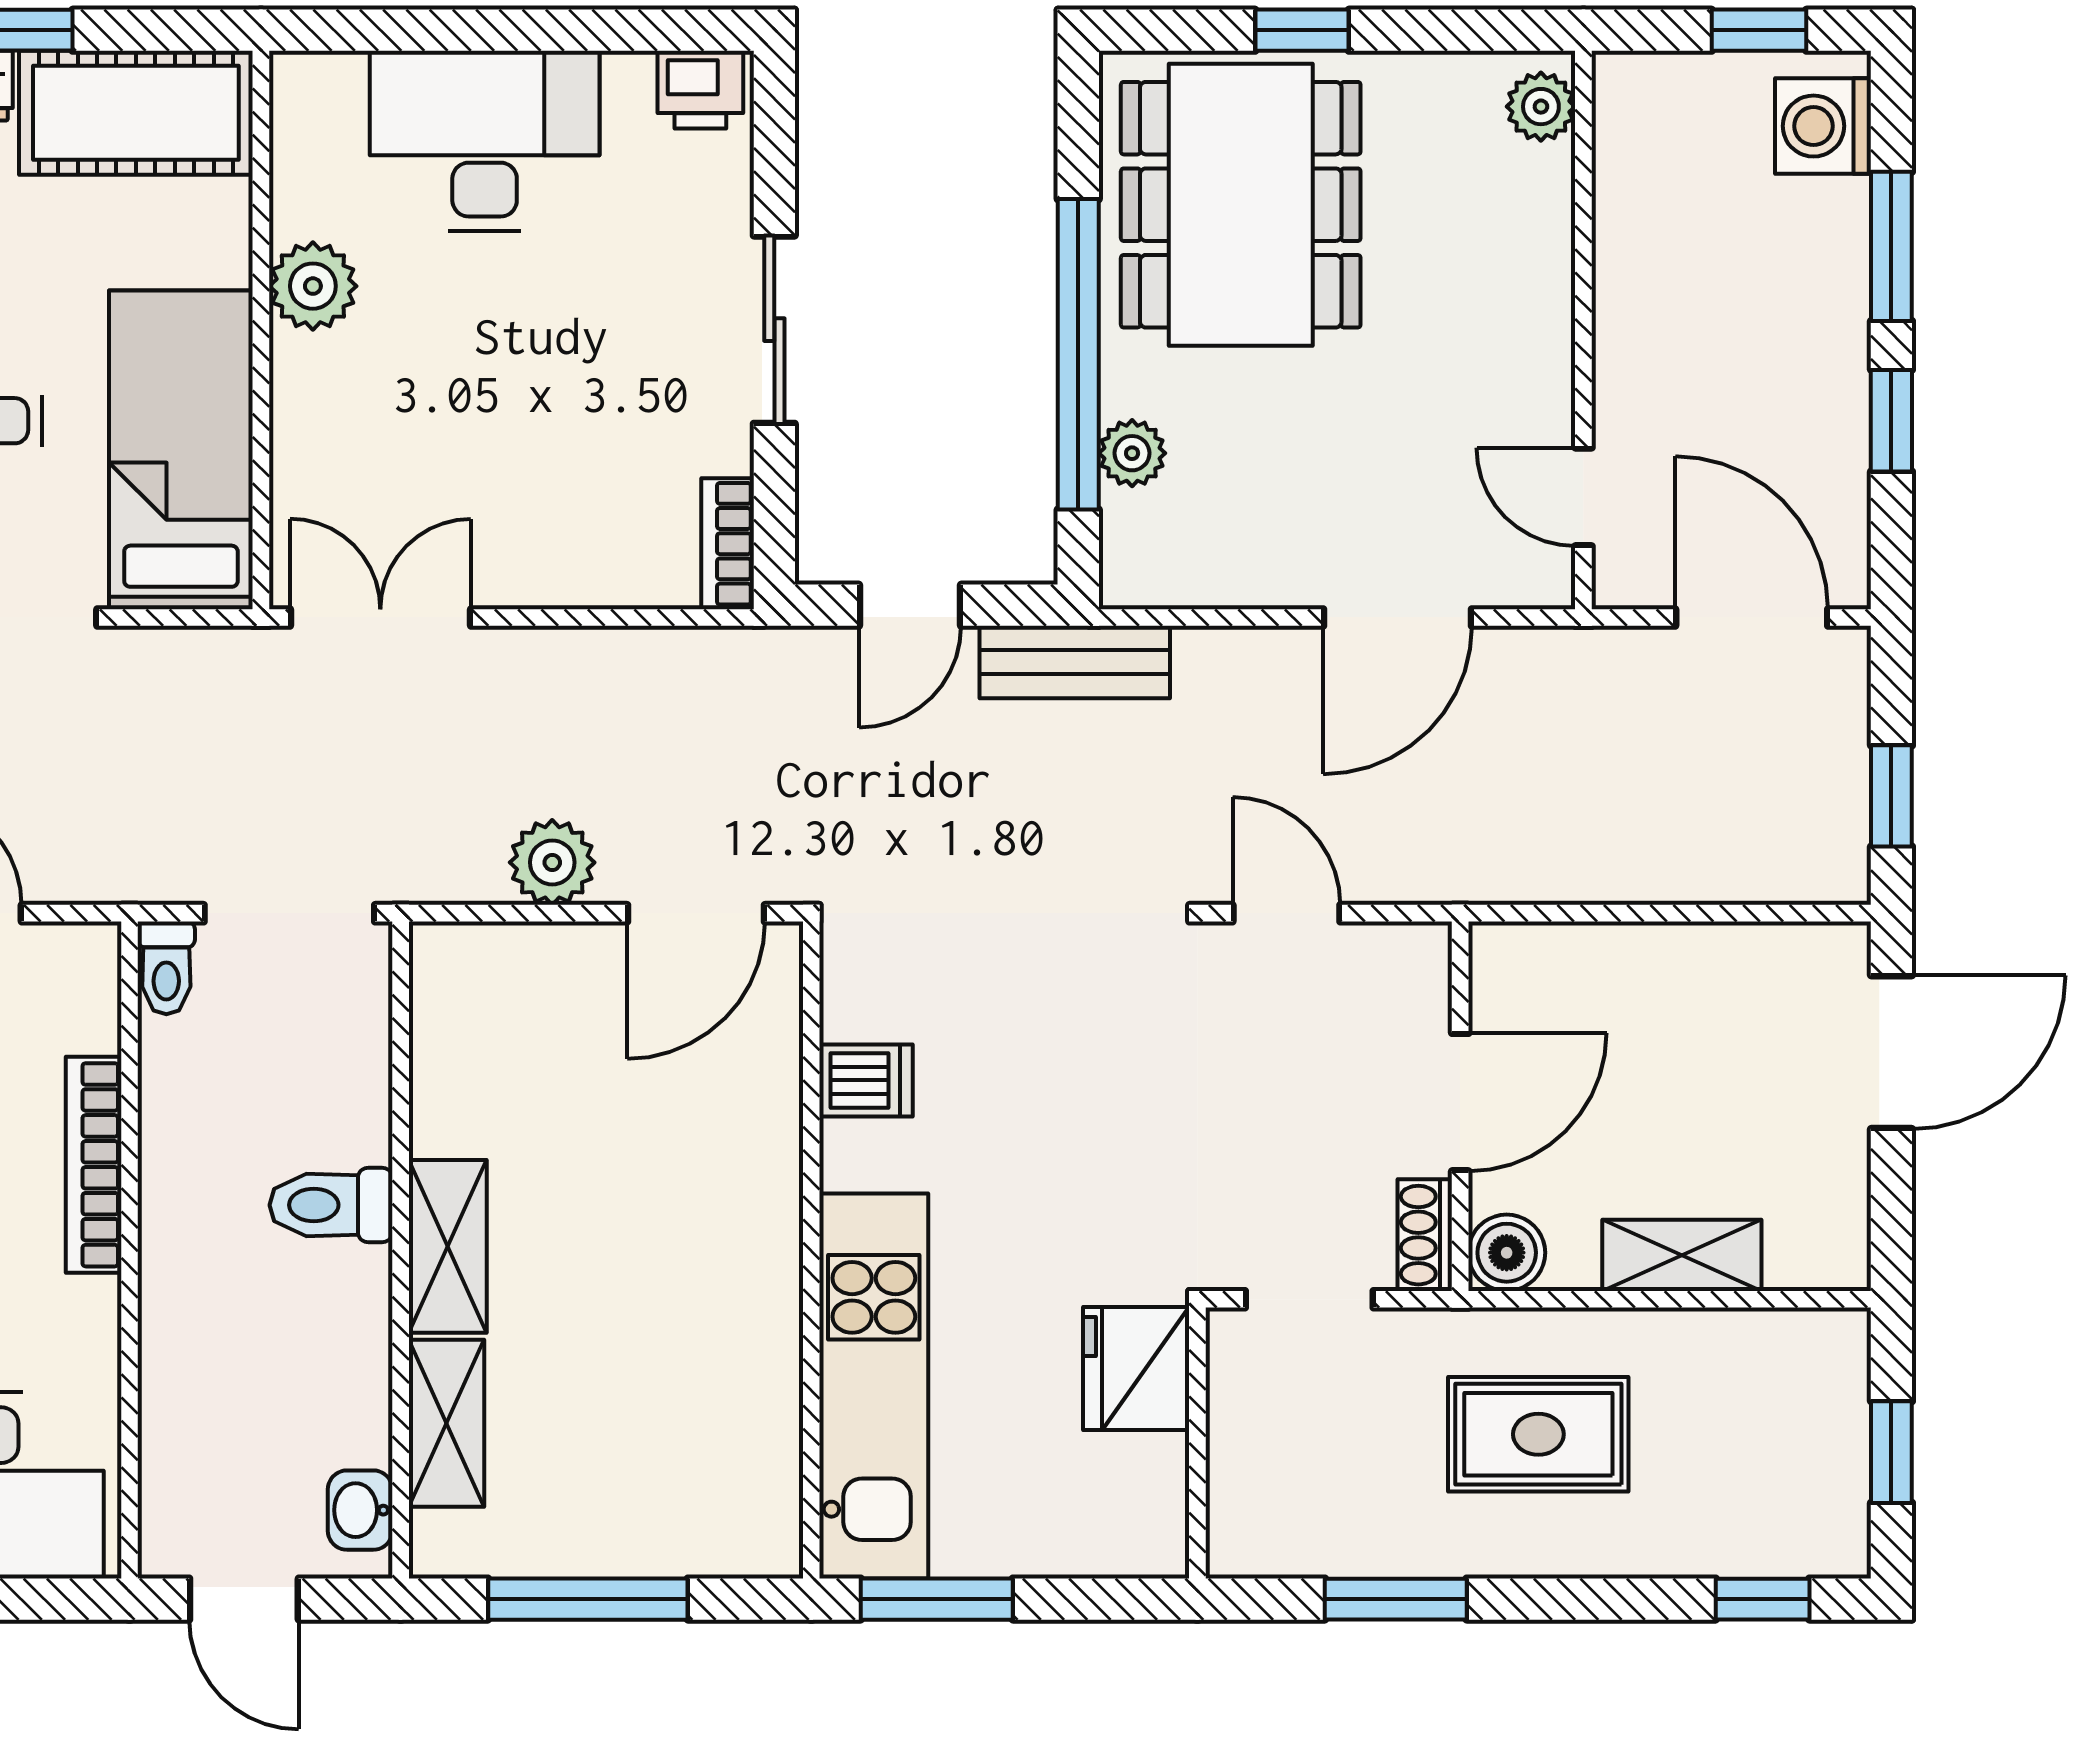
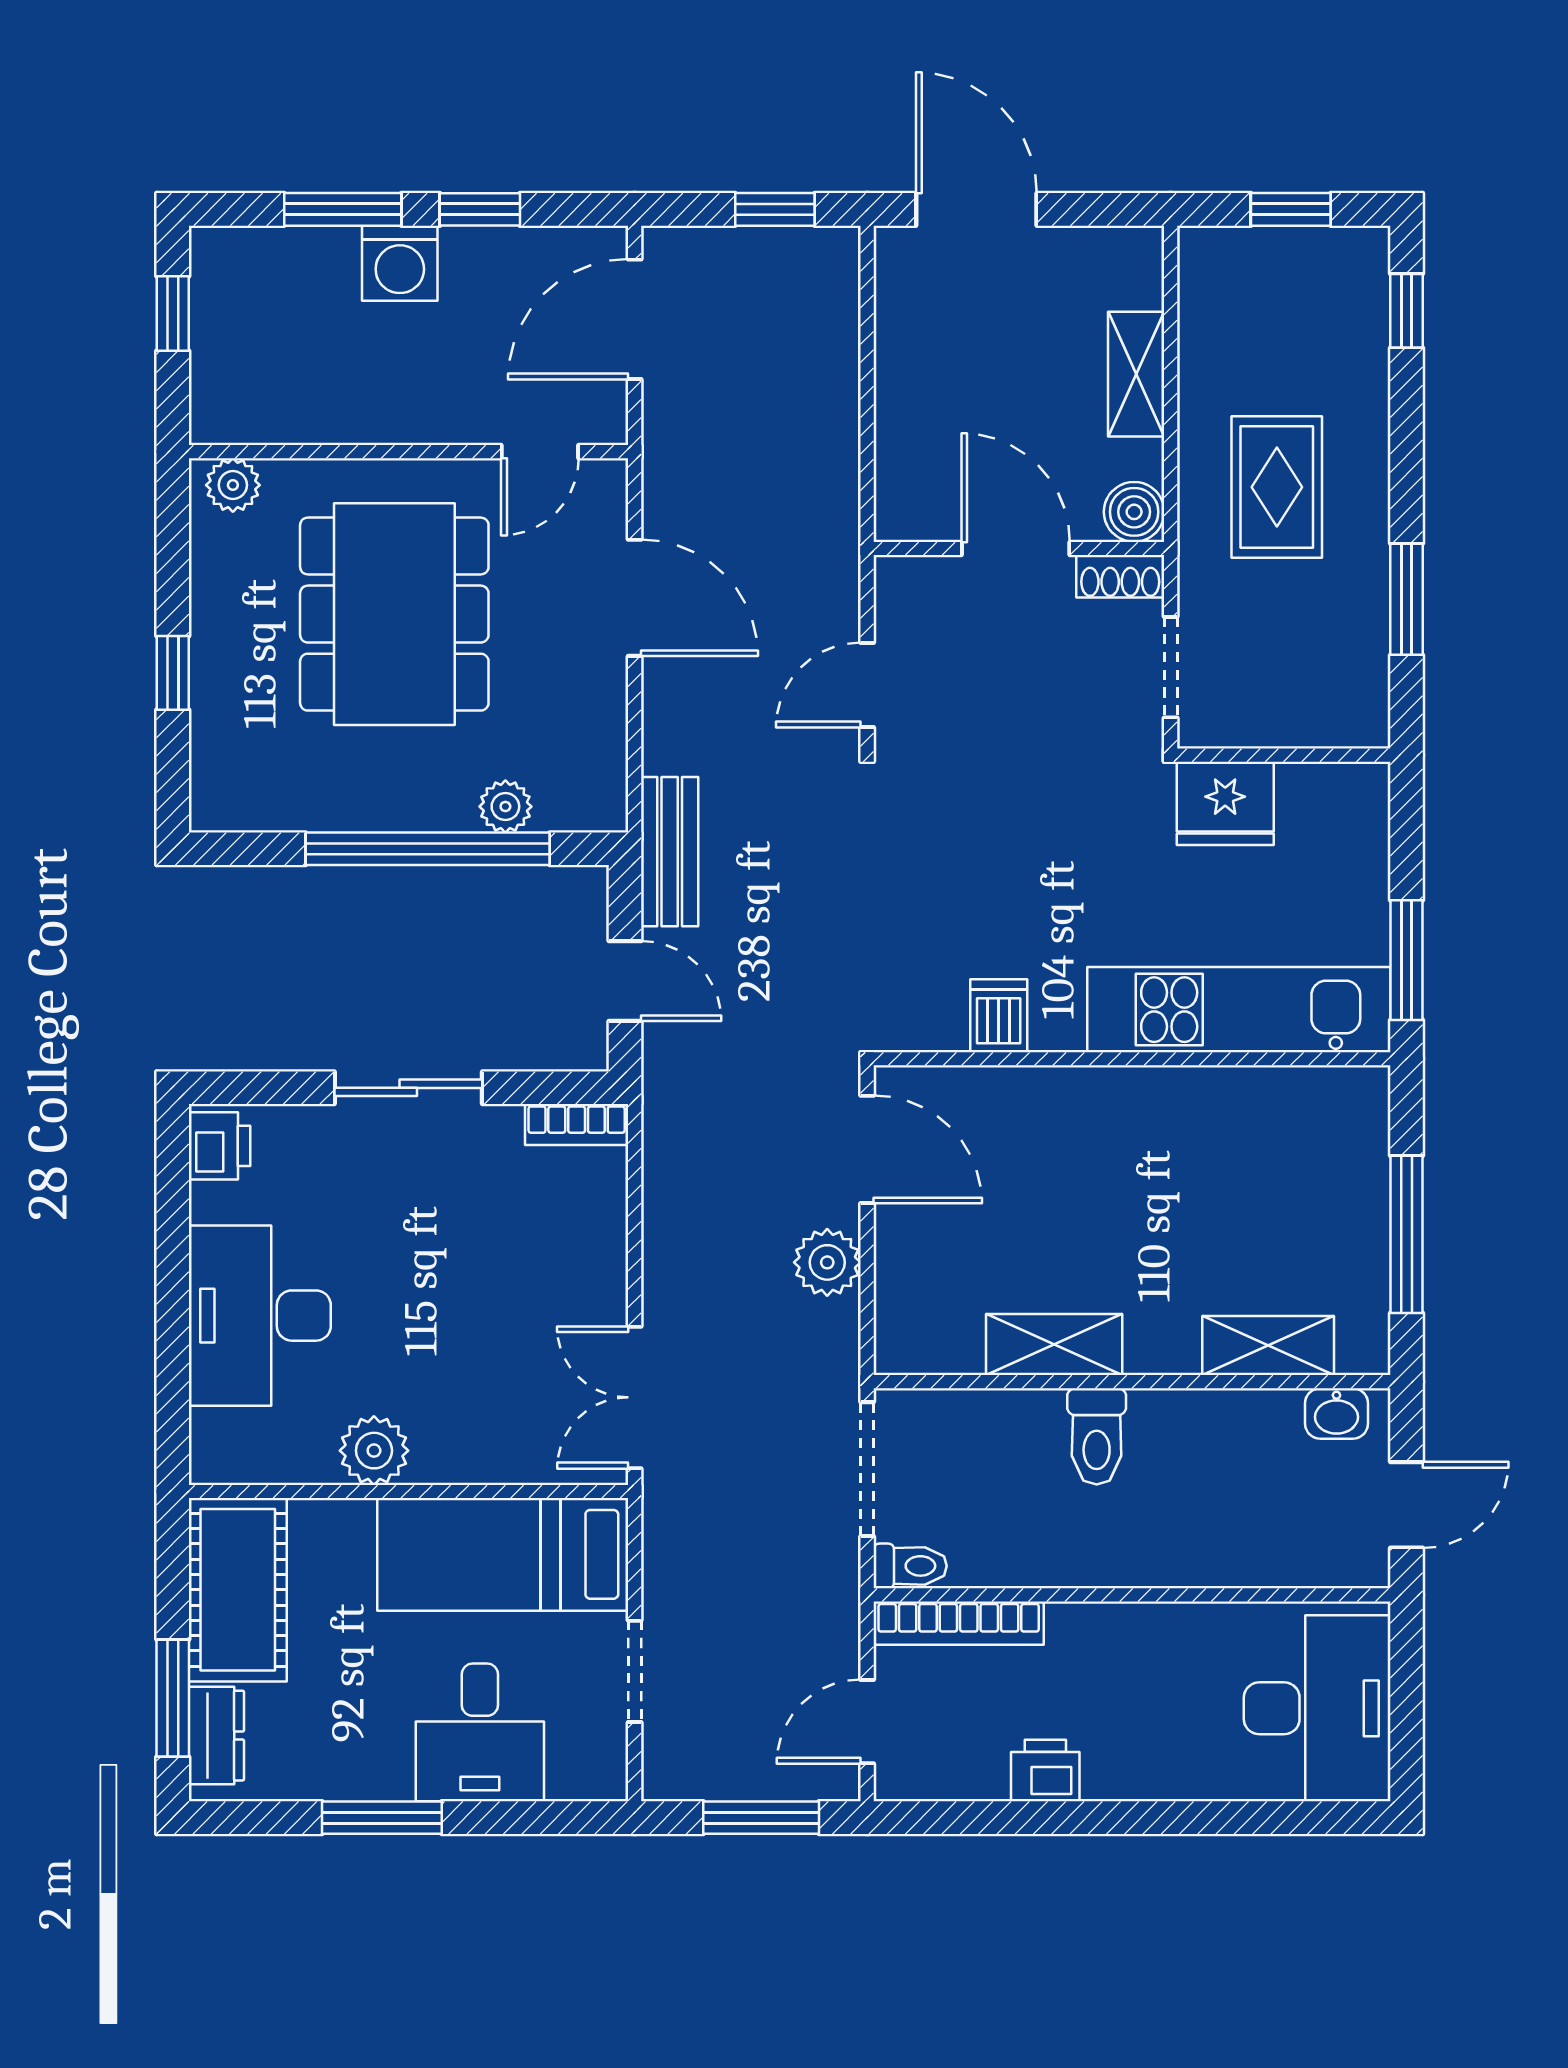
washing machine: (1823, 126) -> (400, 263), moved
dining table: (1241, 205) -> (394, 614), moved, turned 90
bookcase: (94, 1165) -> (959, 1623), moved
shelving: (448, 1246) -> (1054, 1345), moved

